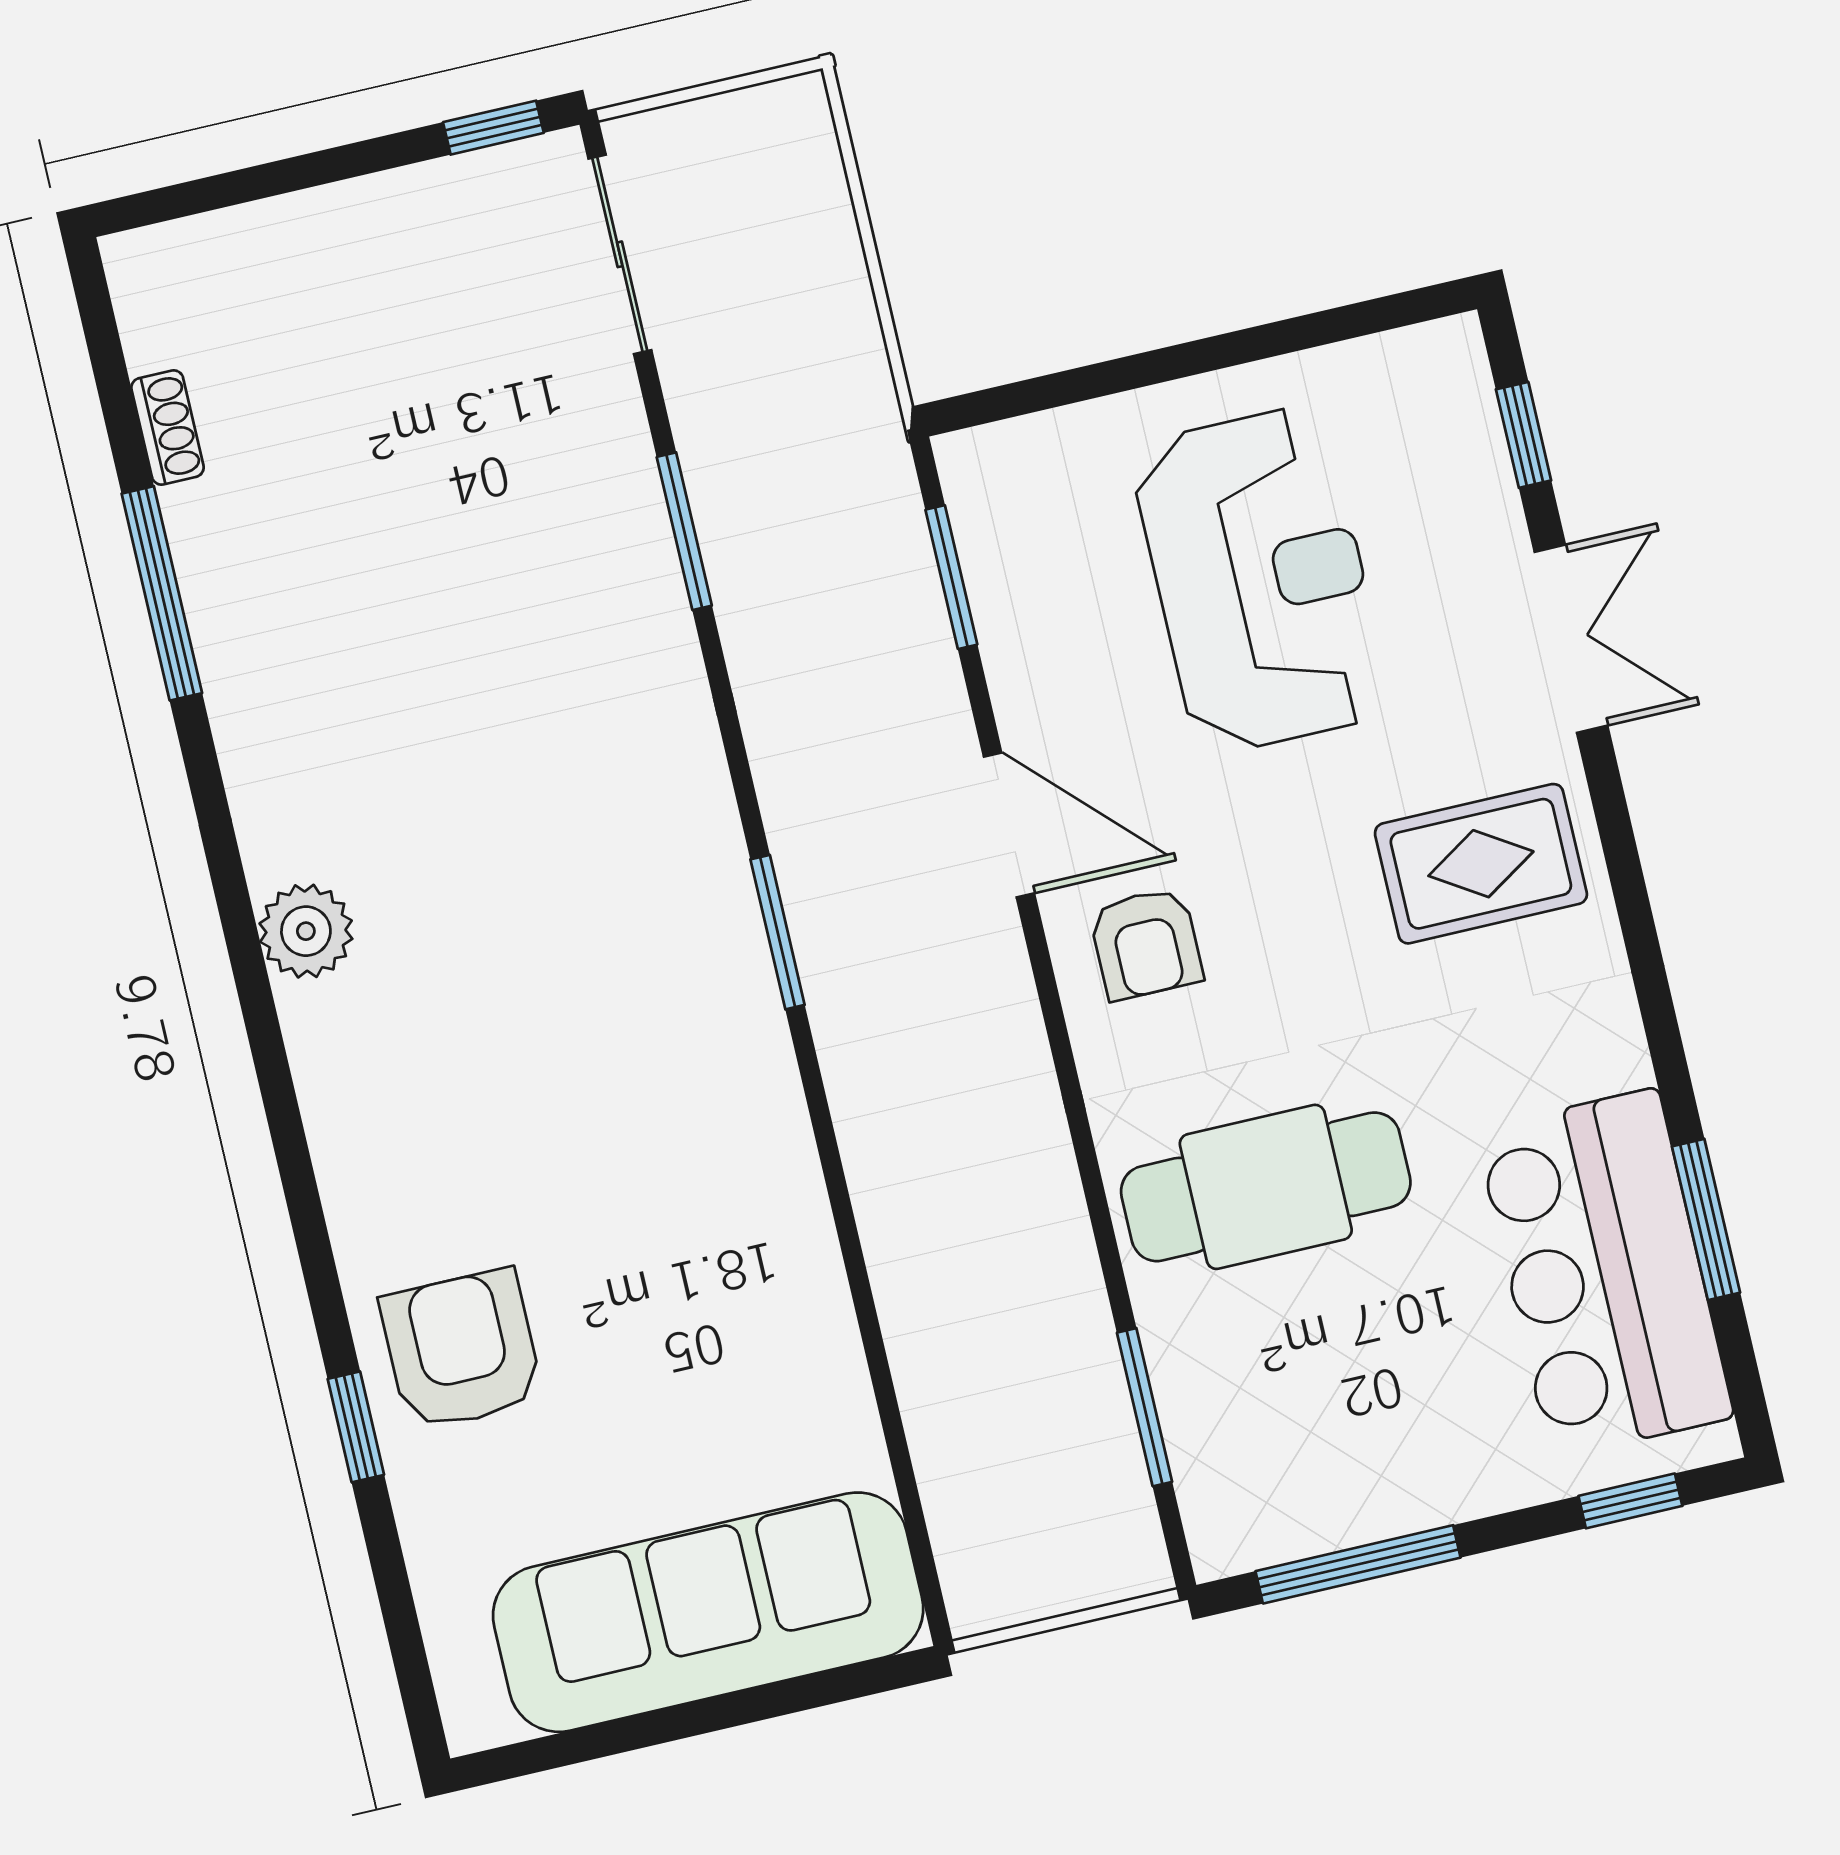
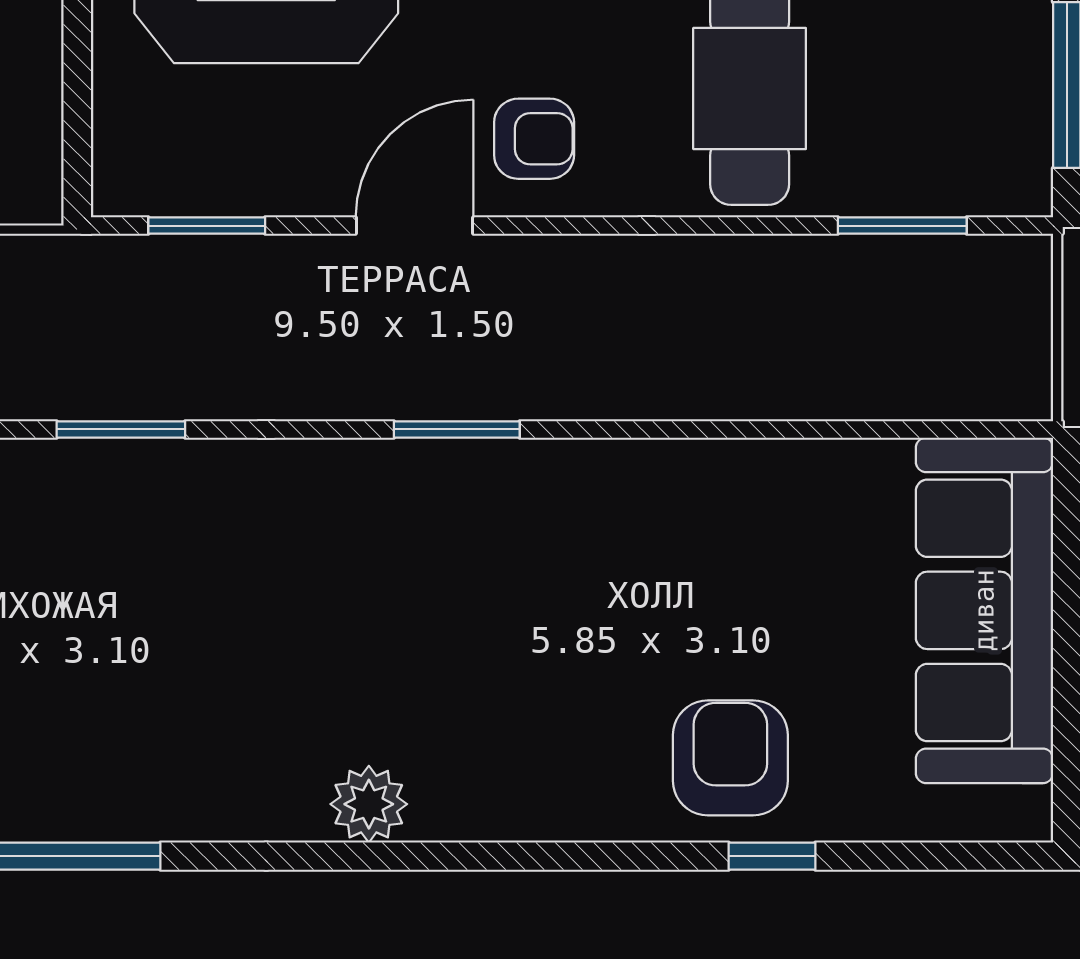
armchair: (462, 1350) -> (730, 758), turned 90

